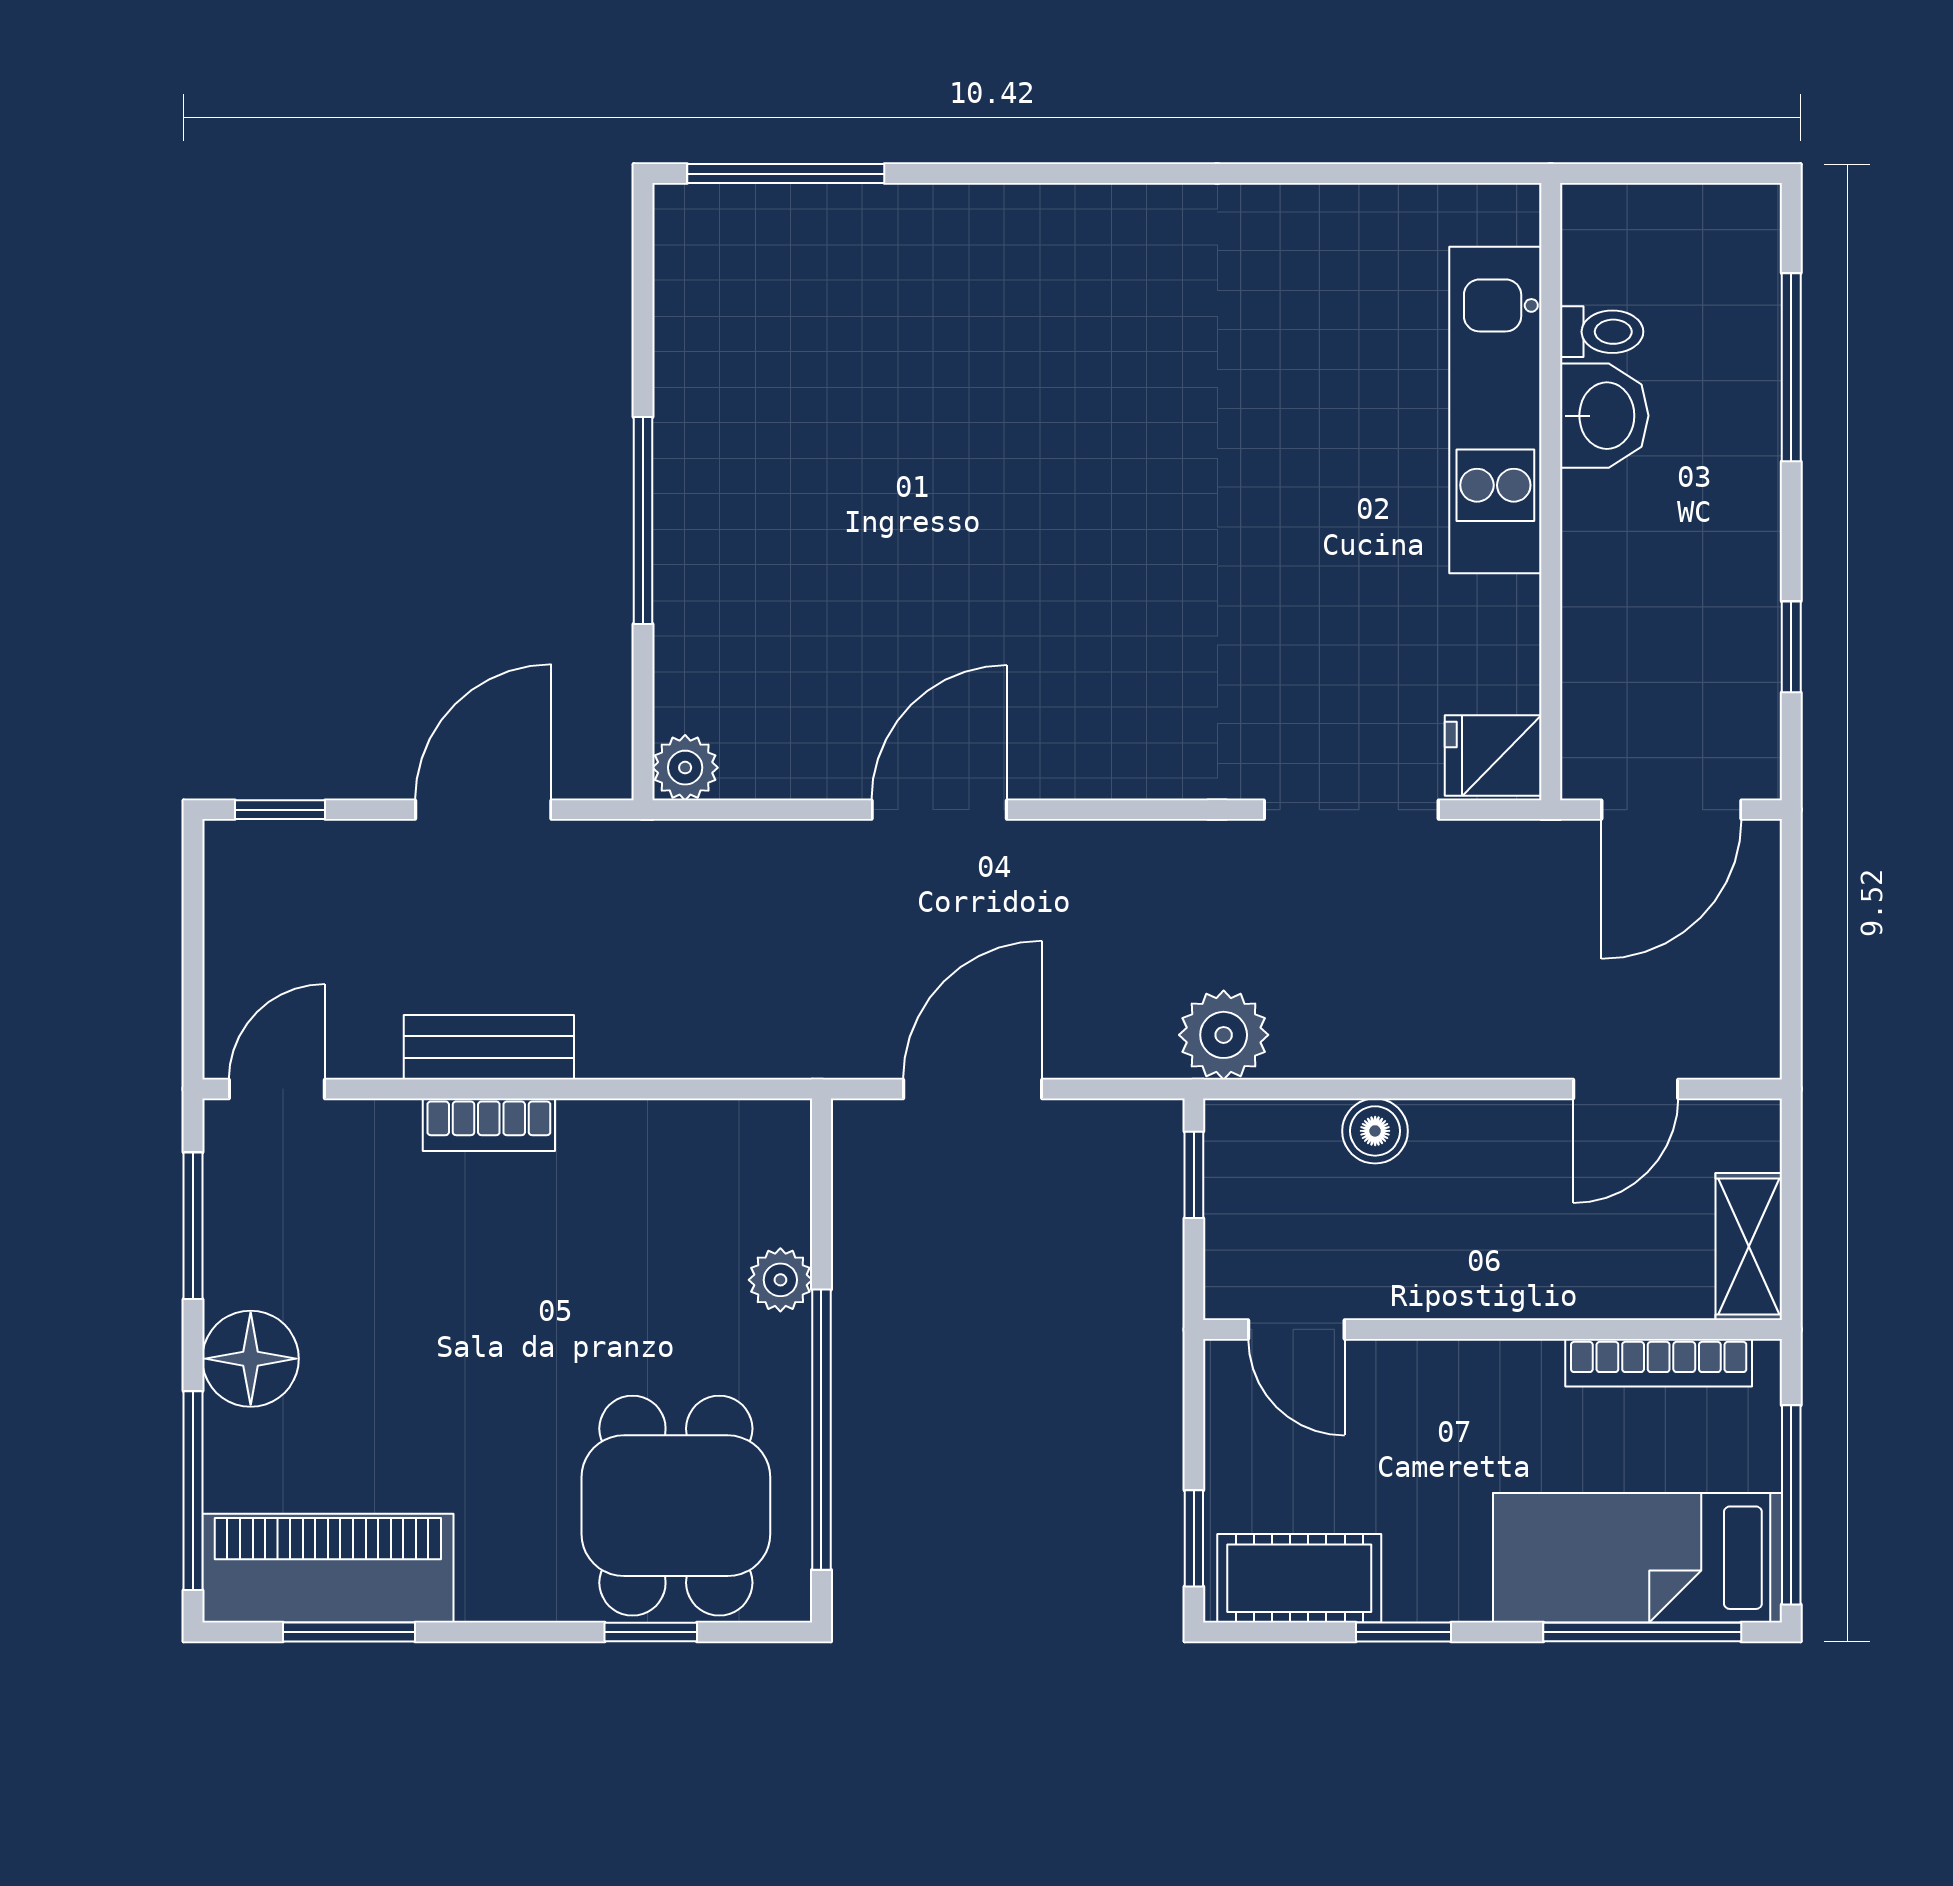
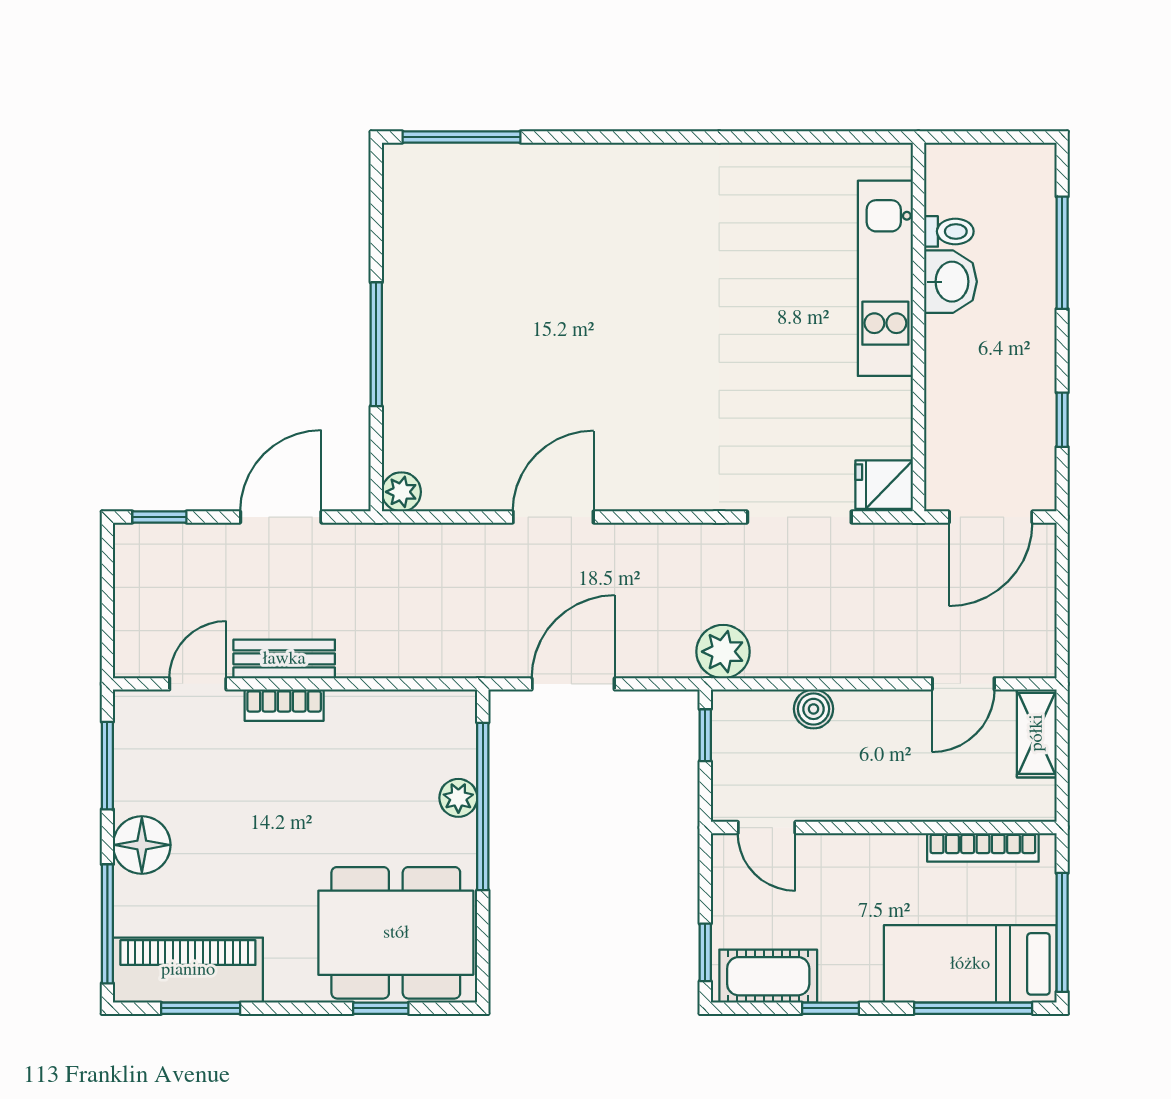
door: (277, 1089) -> (198, 684), moved
shelving: (1749, 1246) -> (1037, 733), moved
window: (821, 1430) -> (483, 806), moved
dining table: (676, 1506) -> (396, 933), width x1.37

